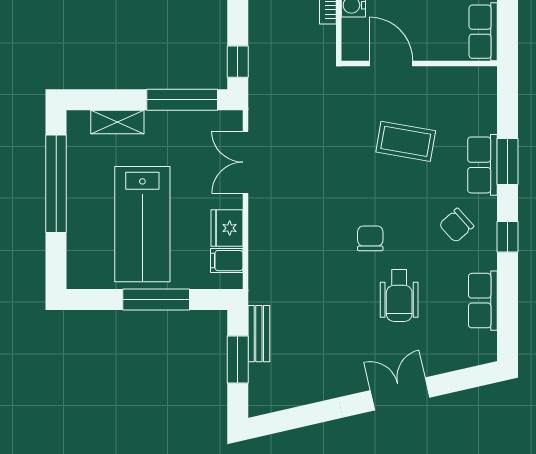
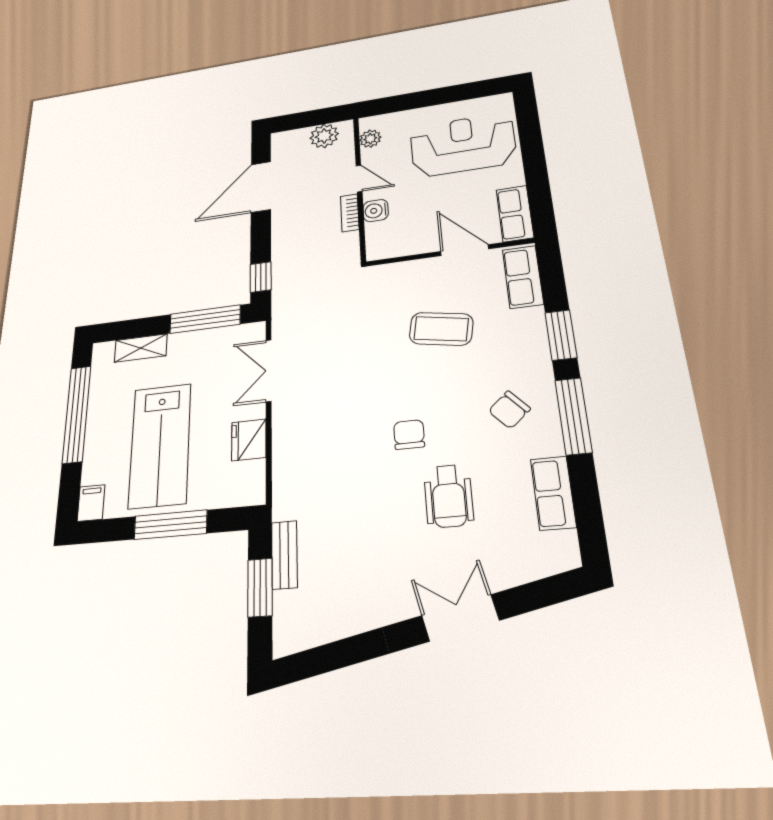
door: (391, 63) -> (465, 250), moved
row of seats: (482, 165) -> (523, 277), moved
window: (507, 237) -> (573, 416), width x2.17
filing cabinet: (227, 261) -> (91, 503), moved, turned 90

